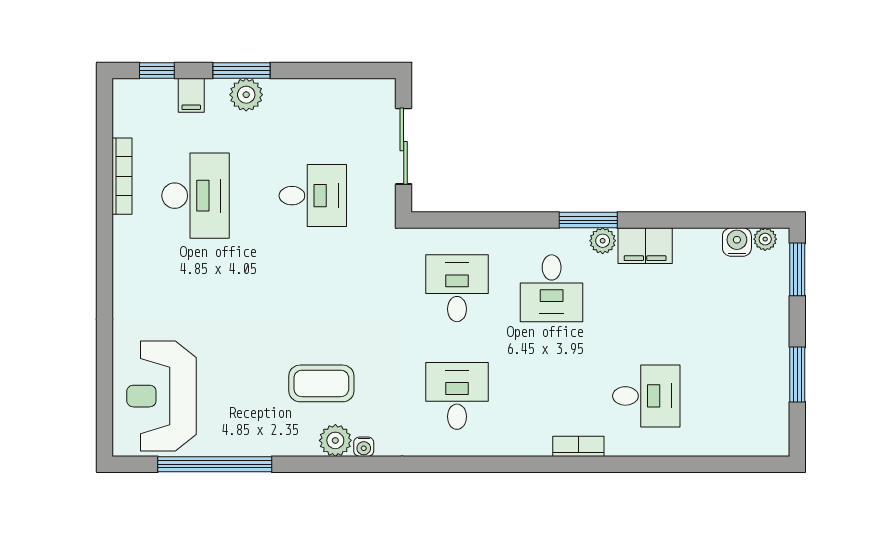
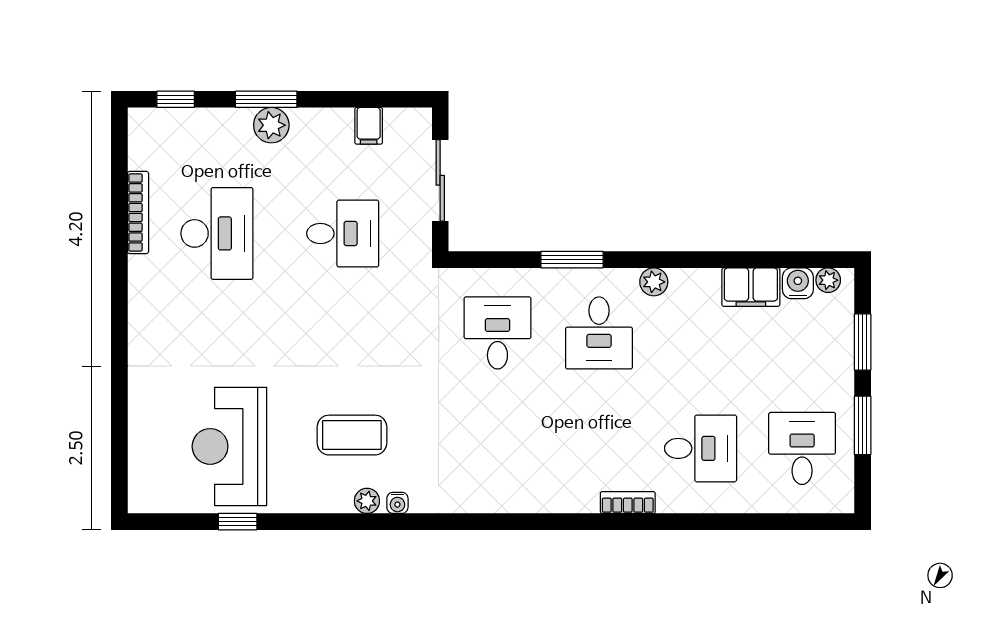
filing cabinet: (191, 95) -> (369, 126), moved
window: (588, 220) -> (572, 260), moved
filing cabinet: (645, 246) -> (751, 287), moved
window: (797, 269) -> (863, 342), moved
reception desk: (162, 396) -> (229, 446), moved
desk: (457, 396) -> (802, 448), moved
plant: (335, 440) -> (367, 501), width x0.73, depth x0.73
window: (215, 464) -> (238, 522), width x0.32

